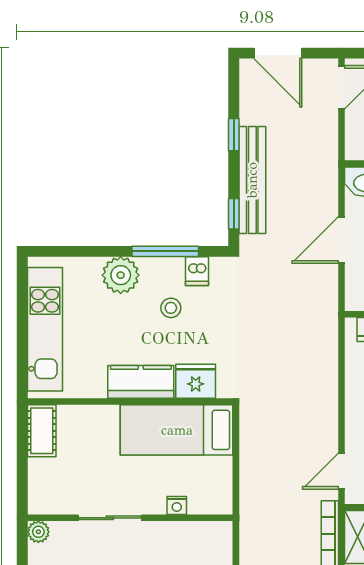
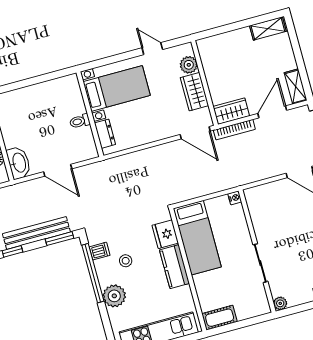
window: (234, 214) -> (60, 239), width x1.50
window: (165, 251) -> (93, 273), width x1.46
door: (342, 471) -> (195, 133), width x1.38
nightstand: (177, 506) -> (235, 198), moved

